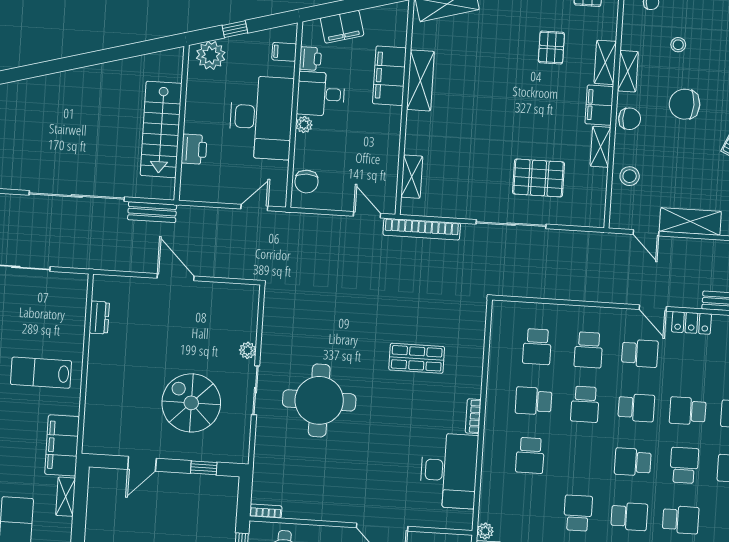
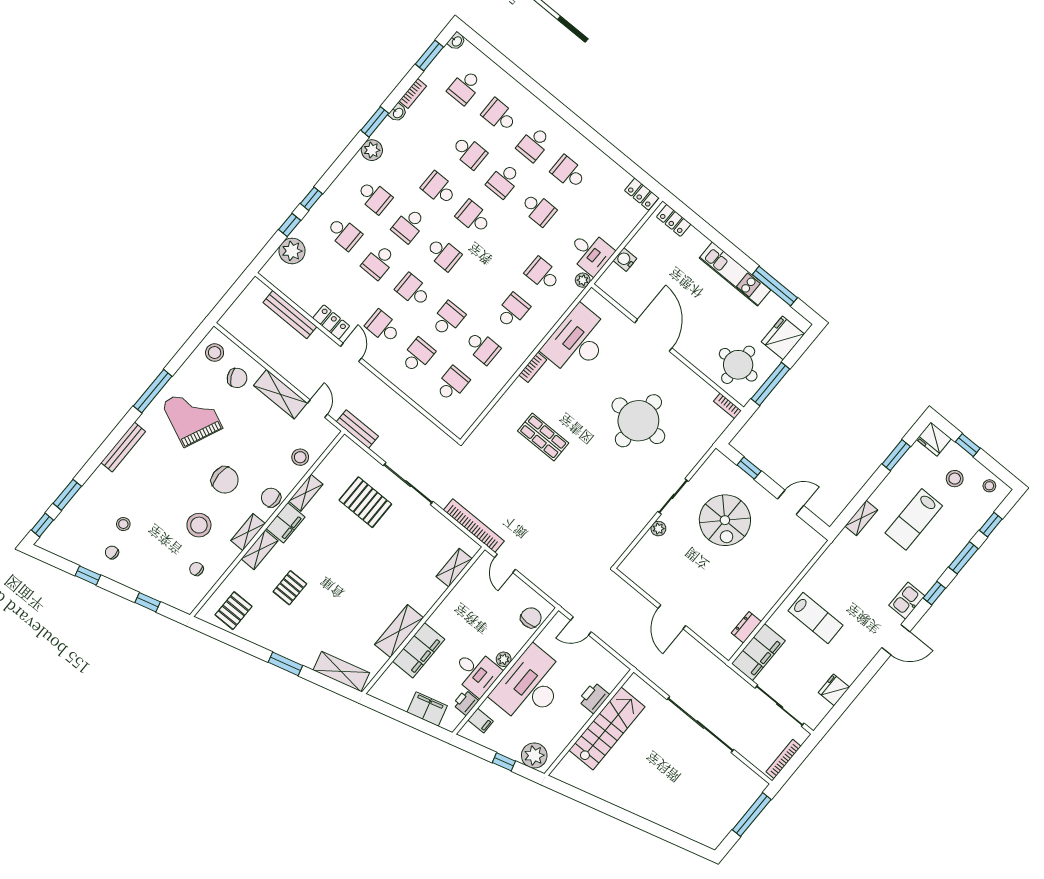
stool: (678, 45) -> (199, 525), width x1.89, depth x1.89
bench: (152, 212) -> (357, 429), moved
round table: (319, 400) -> (638, 421), moved
school desk: (688, 411) -> (379, 262), turned 90
filing cabinet: (62, 445) -> (758, 652), moved
school desk: (578, 513) -> (543, 274), moved, turned 90

